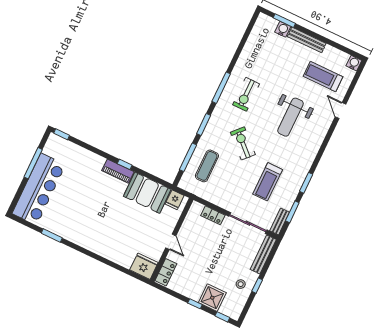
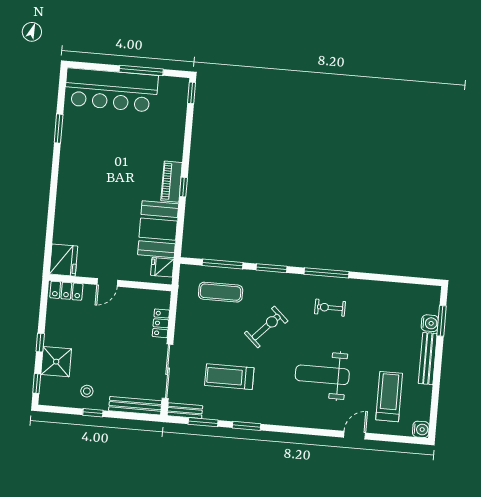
exercise bike: (246, 94) -> (330, 308), width x0.73, depth x0.72

